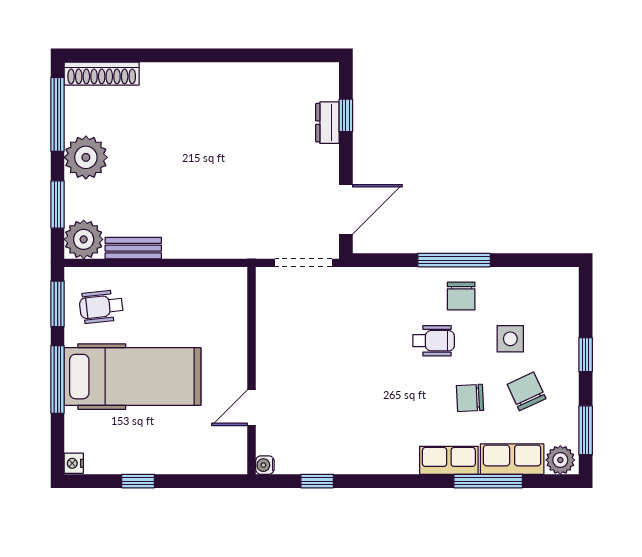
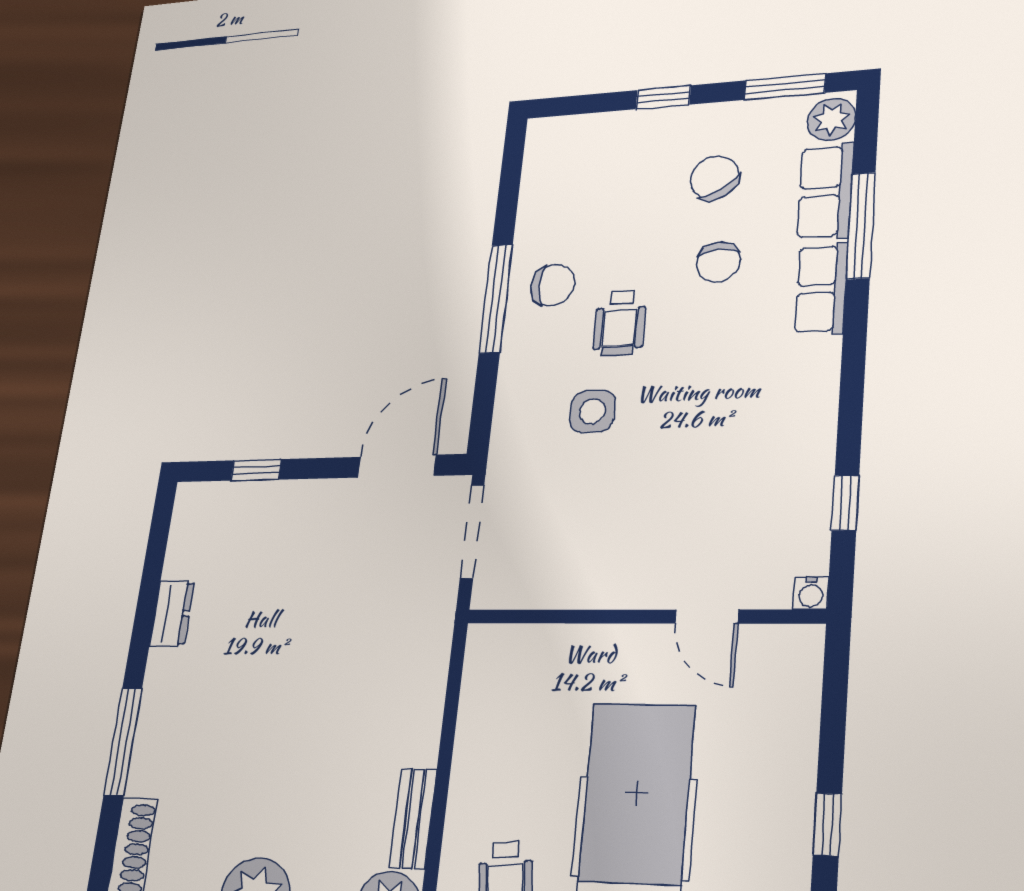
window: (173, 55) -> (123, 742), added
dresser: (327, 123) -> (172, 613), moved, turned -90
door: (346, 209) -> (397, 466), hinge flipped
side table: (510, 339) -> (592, 411), moved
wheelchair: (434, 341) -> (620, 323), turned 180
chair: (527, 391) -> (715, 178), turned 83

